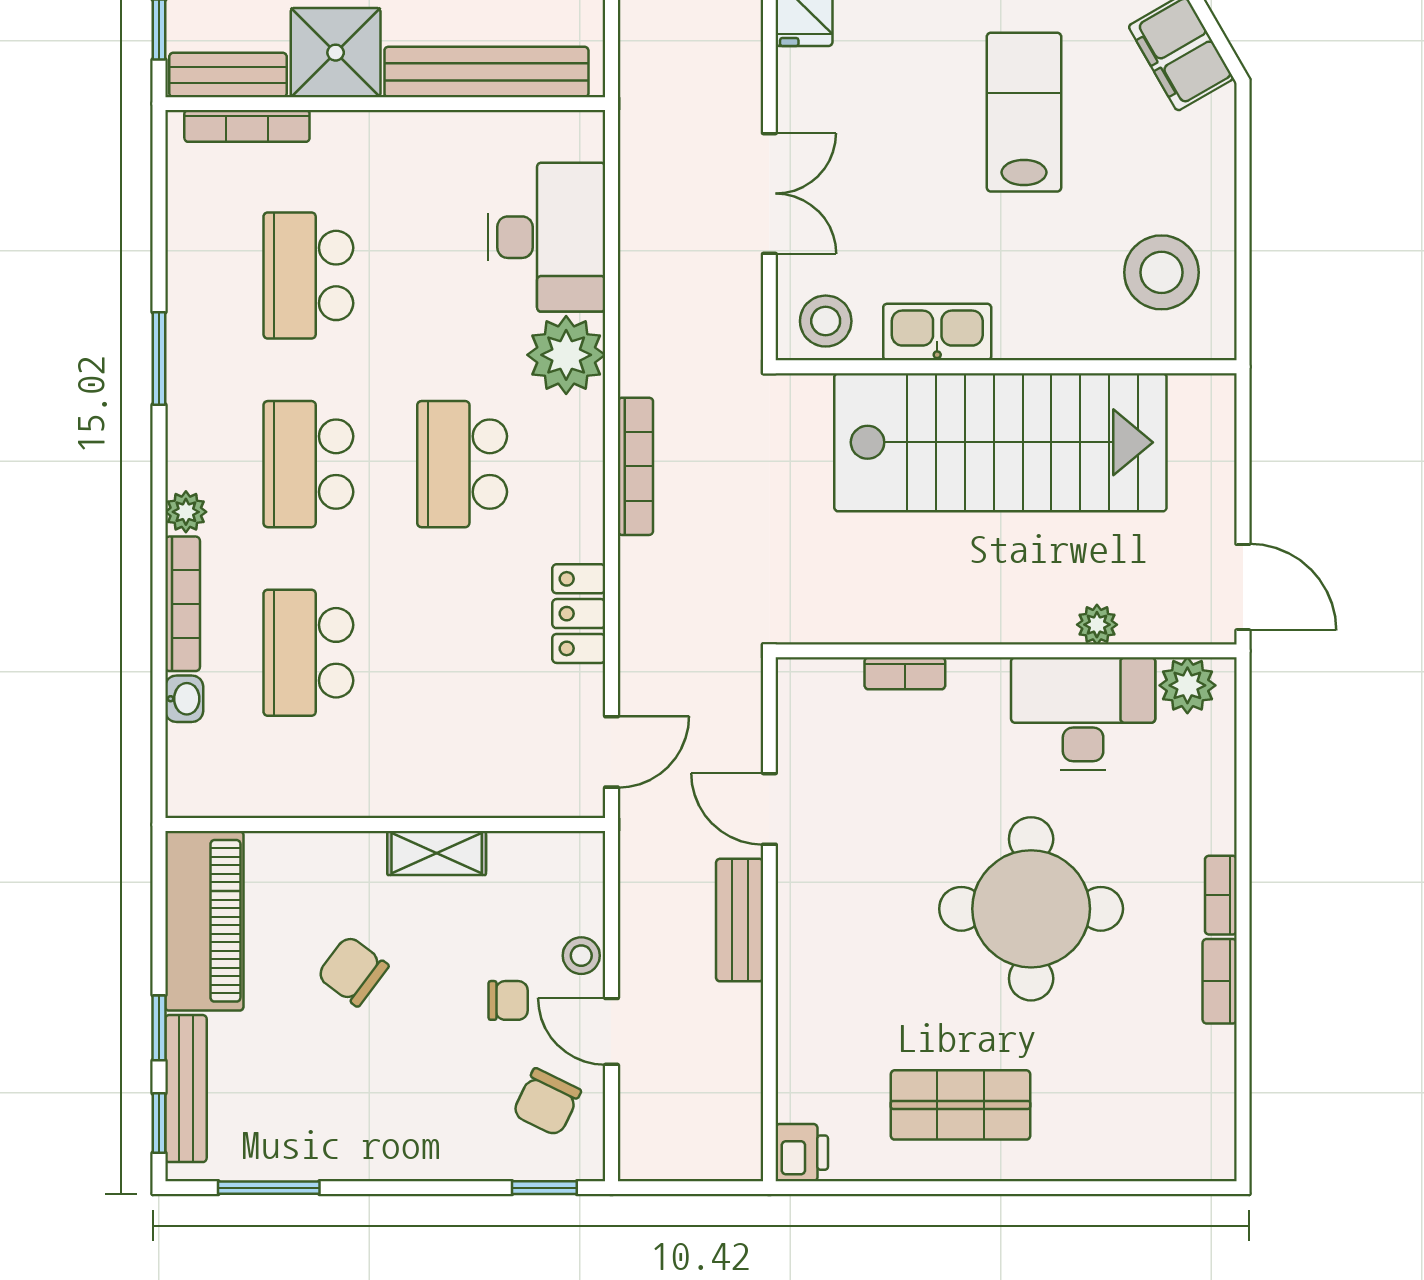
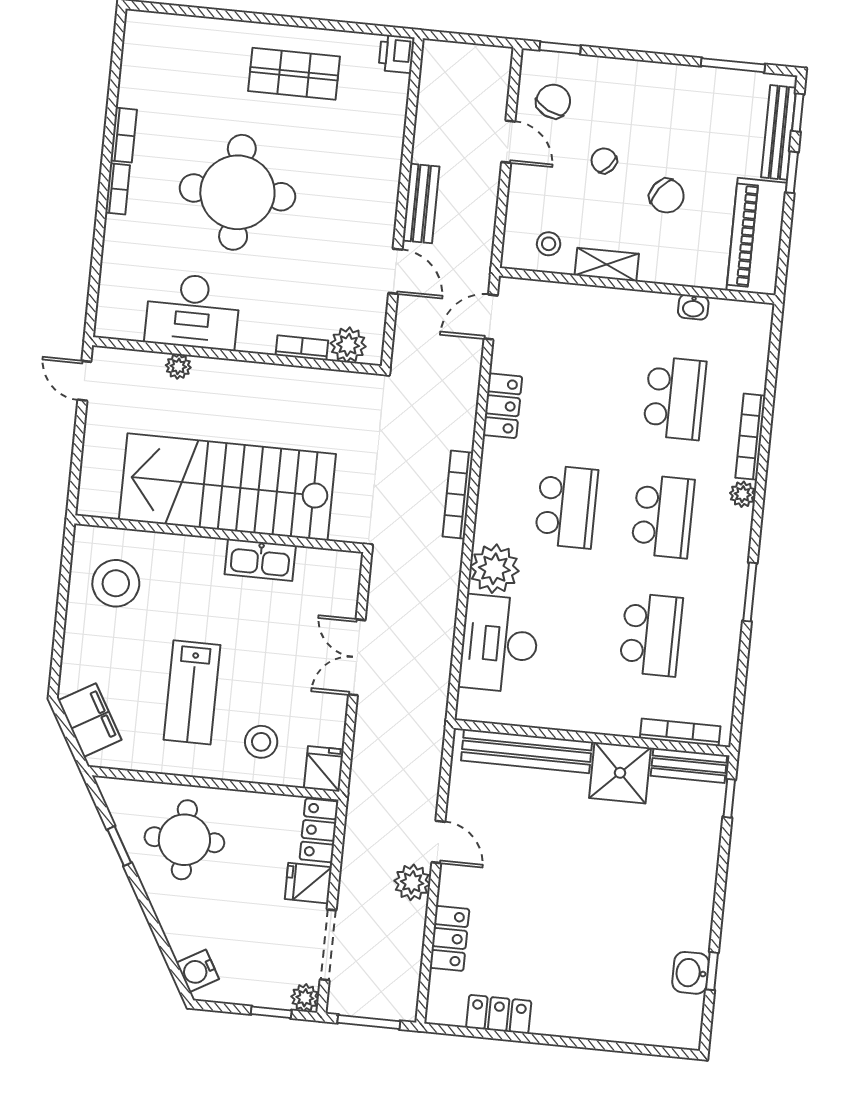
stool: (826, 321) -> (261, 742), moved
door: (1243, 587) -> (84, 381), width x0.73
plant: (1187, 685) -> (348, 345), moved
washbasin: (184, 699) -> (693, 307), moved, turned -90
stool: (581, 956) -> (549, 244), moved
chair: (508, 1000) -> (604, 161), moved, turned 41

